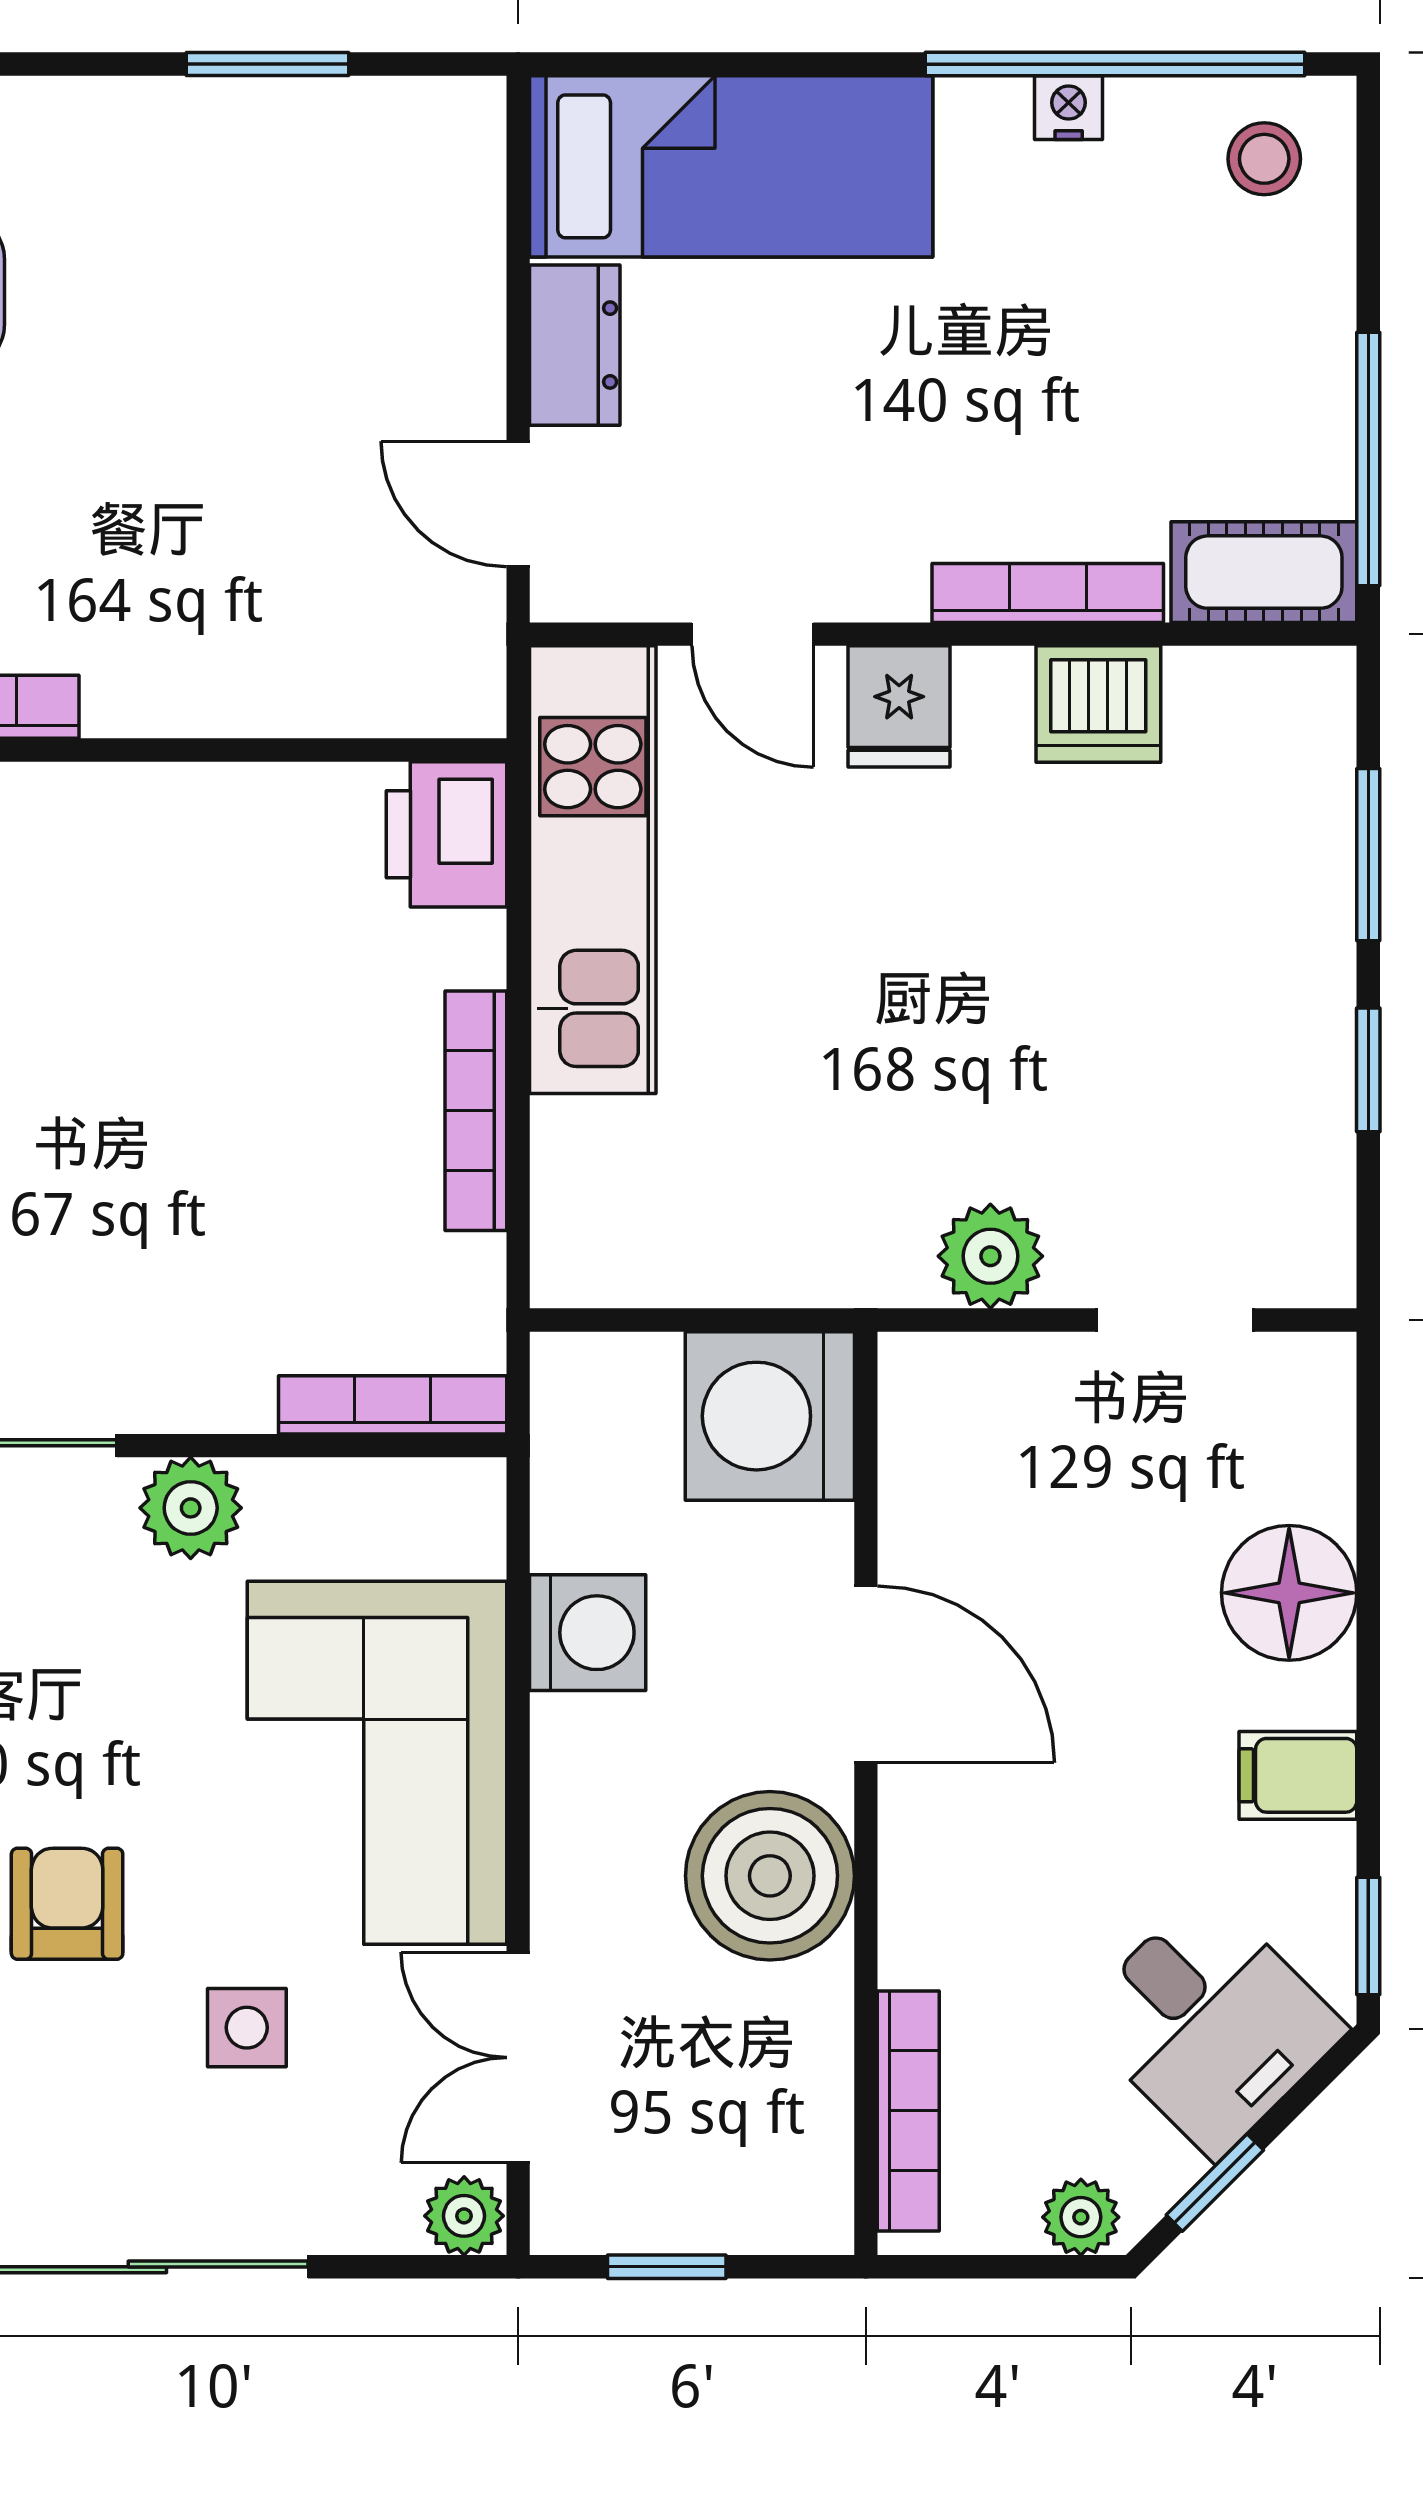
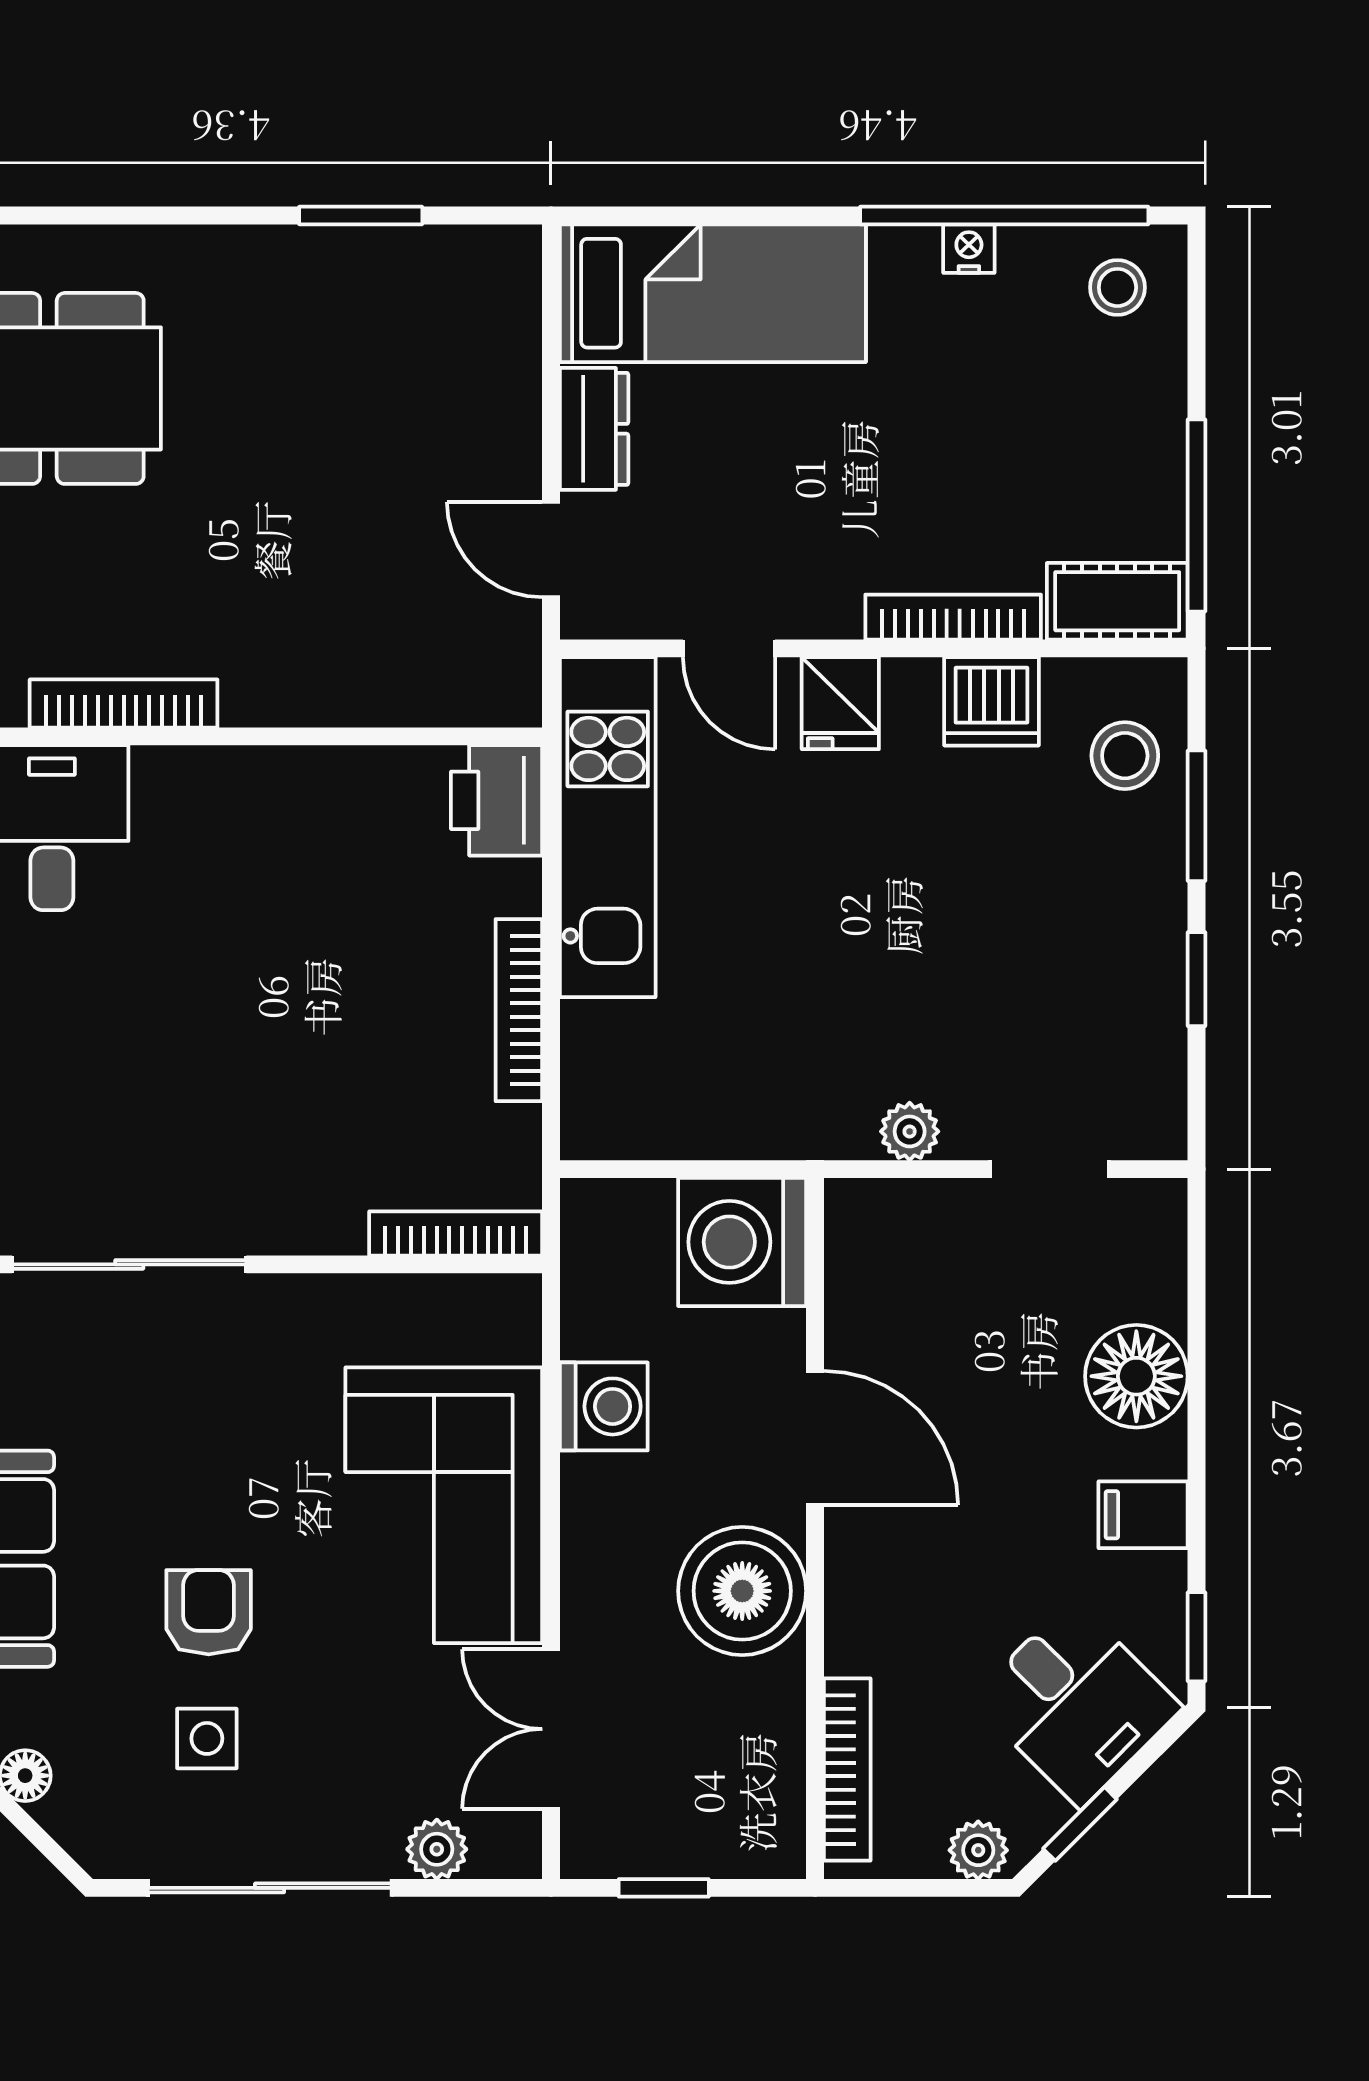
stool: (1274, 775) -> (1125, 756), added
plant: (990, 1256) -> (910, 1131), width x0.73, depth x0.73
plant: (191, 1508) -> (302, 1312), removed
side table: (247, 2028) -> (207, 1738), moved
plant: (464, 2216) -> (437, 1849), moved

